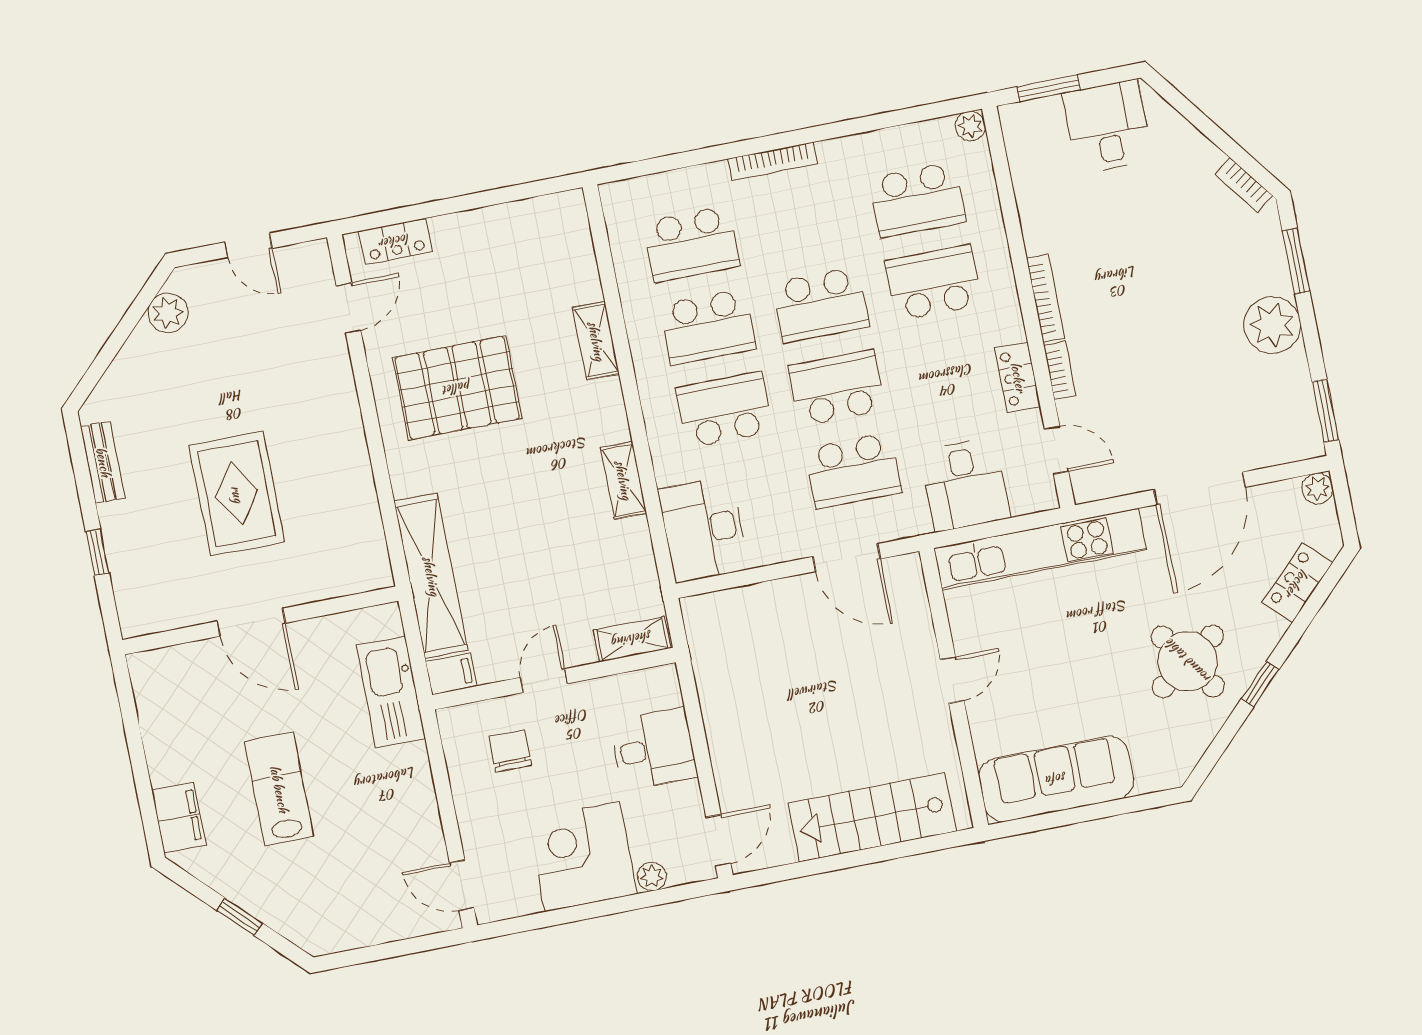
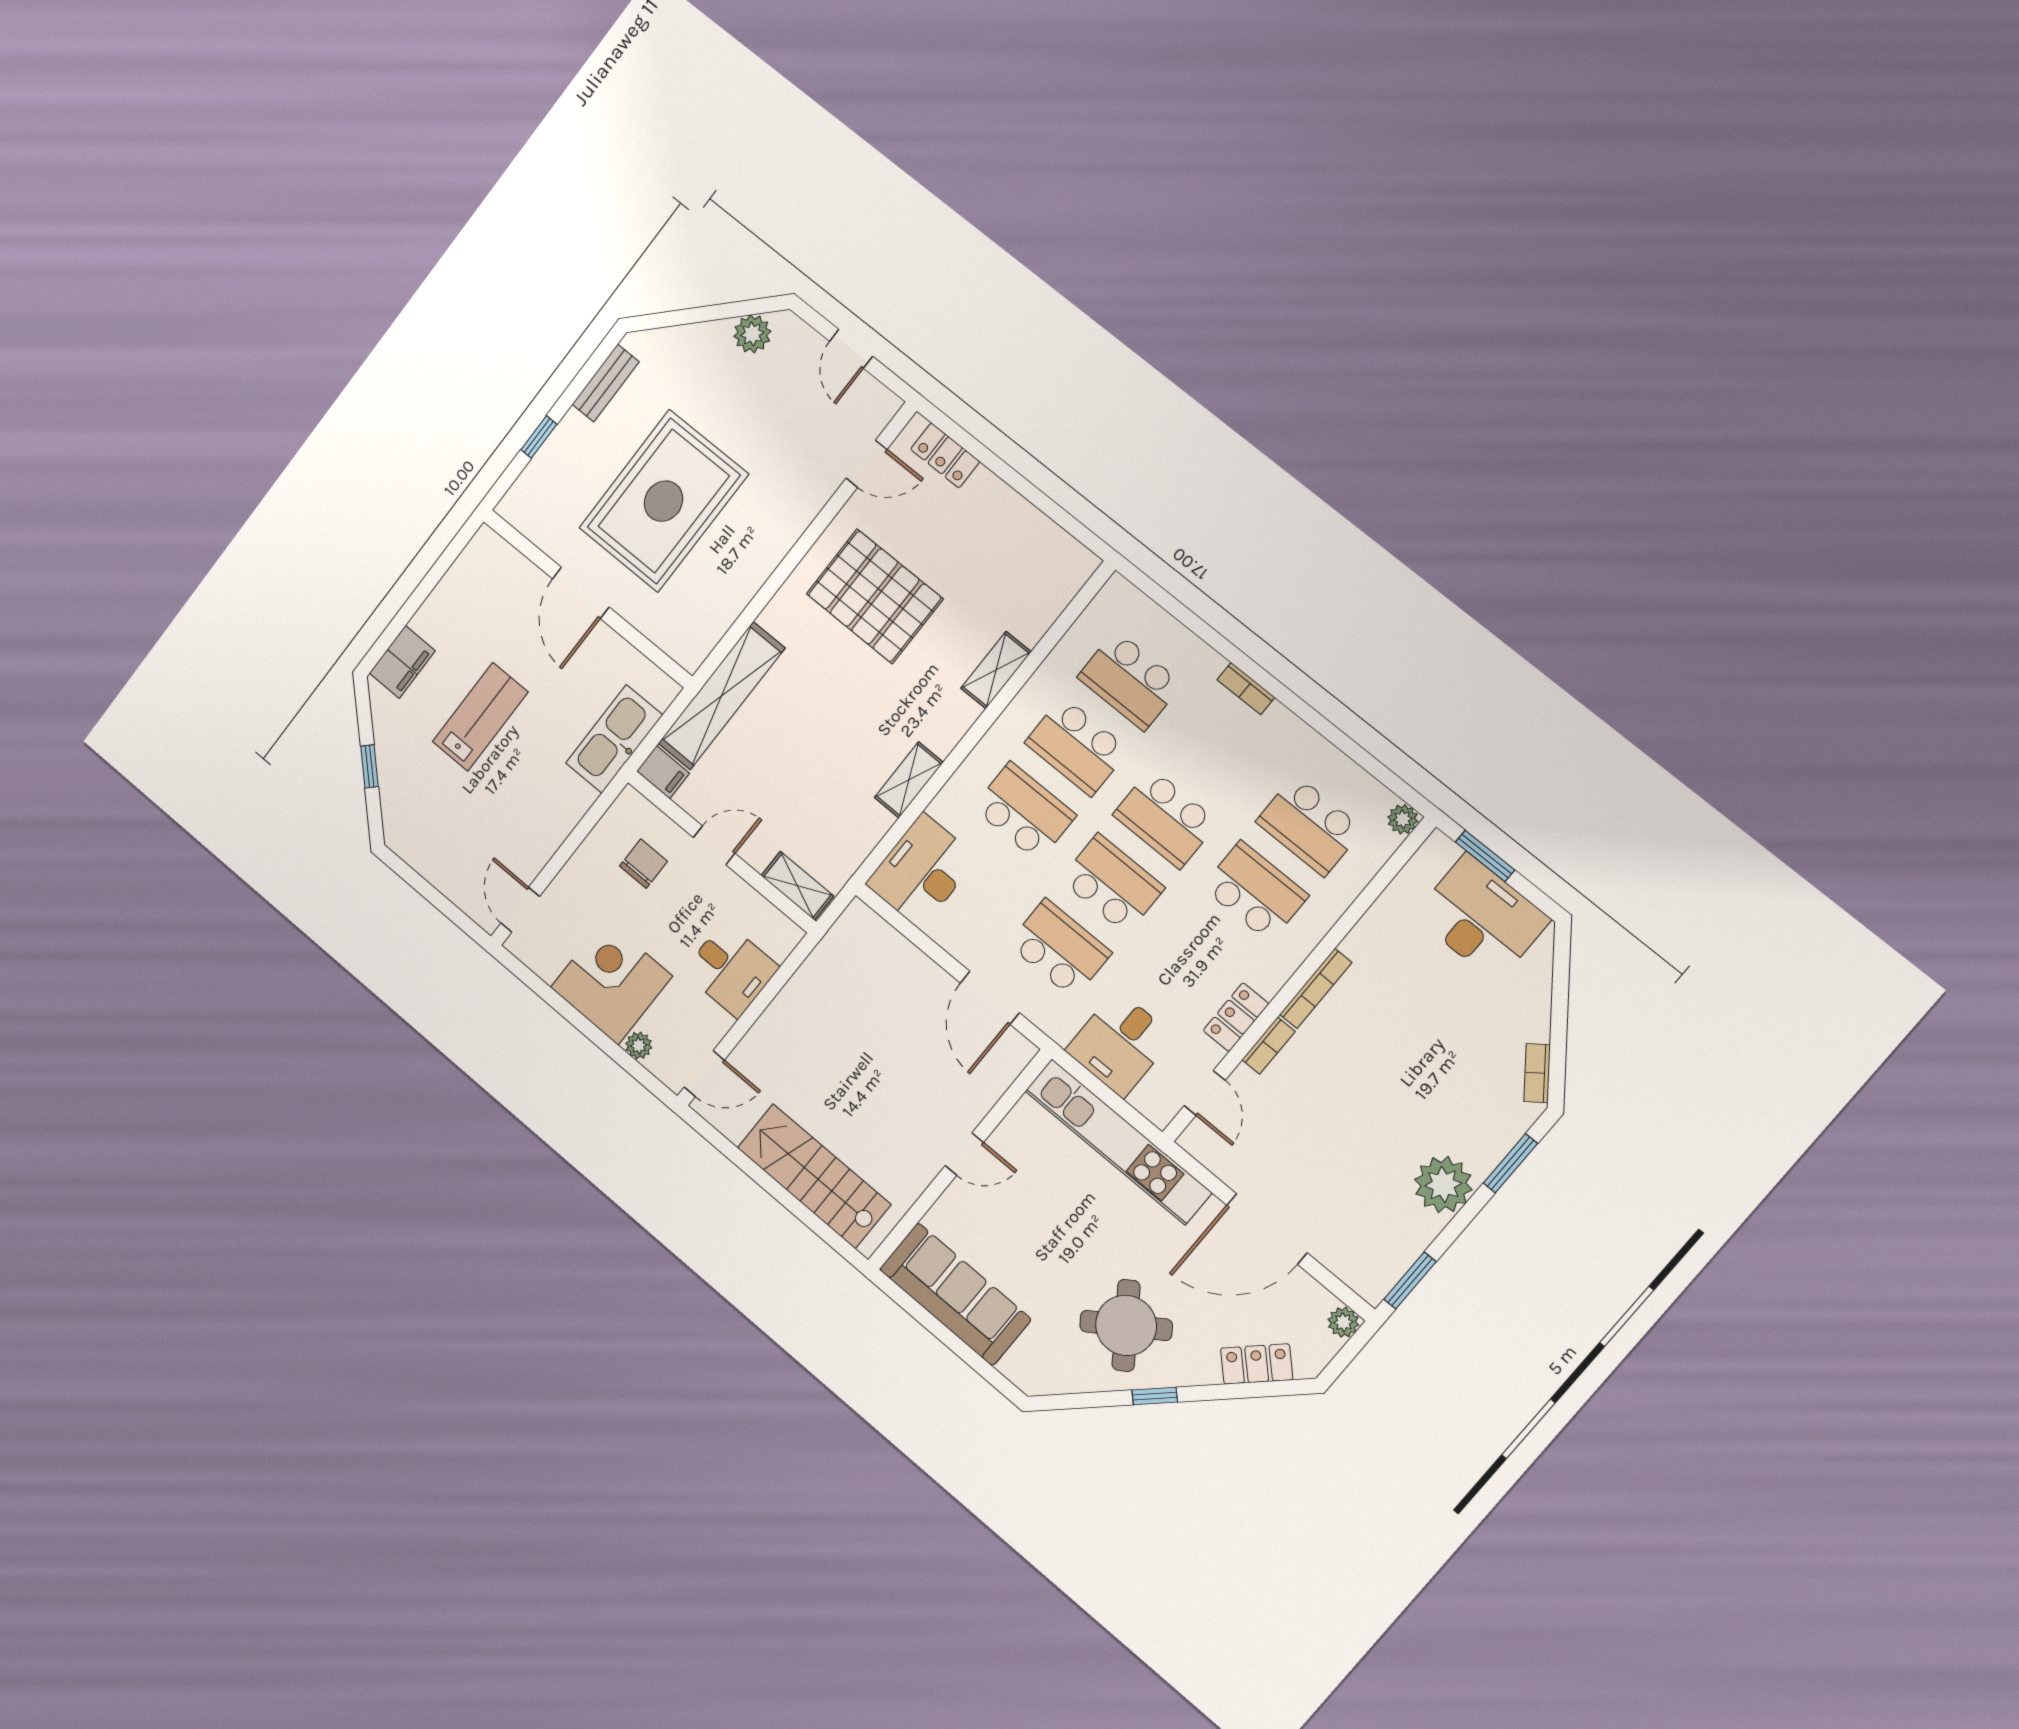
desk: (1107, 127) -> (1482, 918), width x1.37
bookcase: (773, 161) -> (1246, 689), width x0.64
school desk: (853, 471) -> (1060, 948), turned 180
rug: (237, 494) -> (664, 501), width x1.37, depth x1.44

